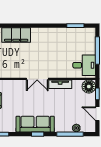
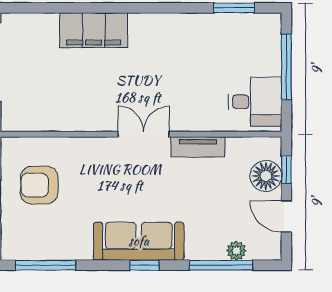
double door: (37, 79) -> (144, 134), swing flipped
floor lamp: (89, 87) -> (266, 176), moved

